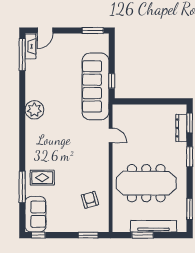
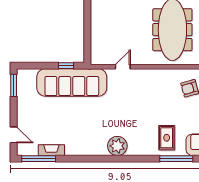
fireplace: (30, 46) -> (51, 150), moved
plant: (34, 110) -> (117, 146), moved

